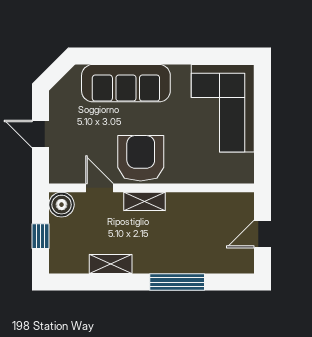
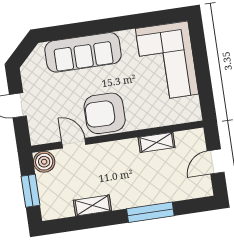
armchair: (141, 158) -> (105, 113), turned -90
shelving: (145, 201) -> (157, 142), moved
window: (41, 236) -> (31, 191), width x1.50

